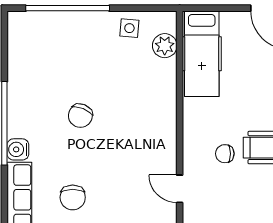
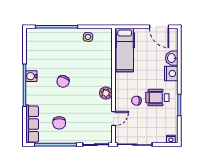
plant: (165, 46) -> (106, 93), moved
water cooler: (18, 149) -> (31, 76), moved
door: (180, 189) -> (113, 119), swing flipped

